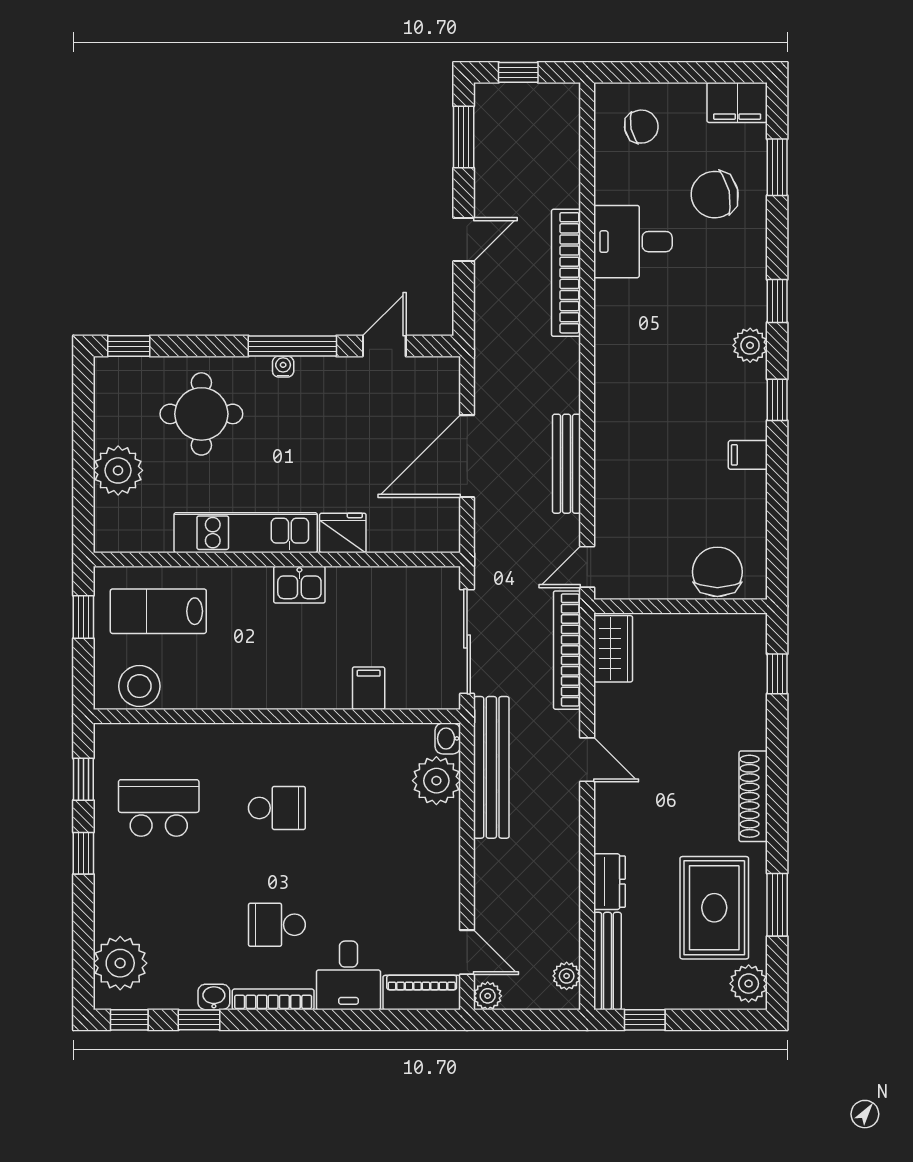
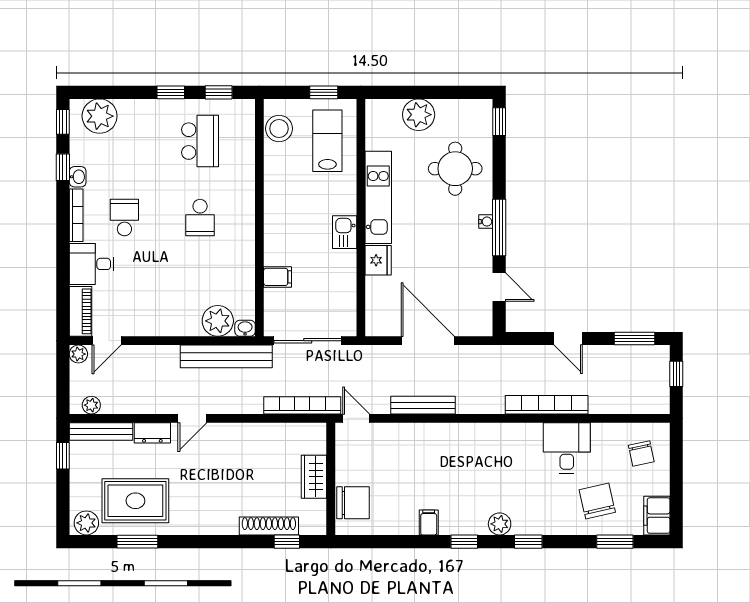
wardrobe: (613, 649) -> (314, 477), moved, turned 90
door: (587, 760) -> (192, 418), moved
shoe rack: (753, 796) -> (269, 526), moved

